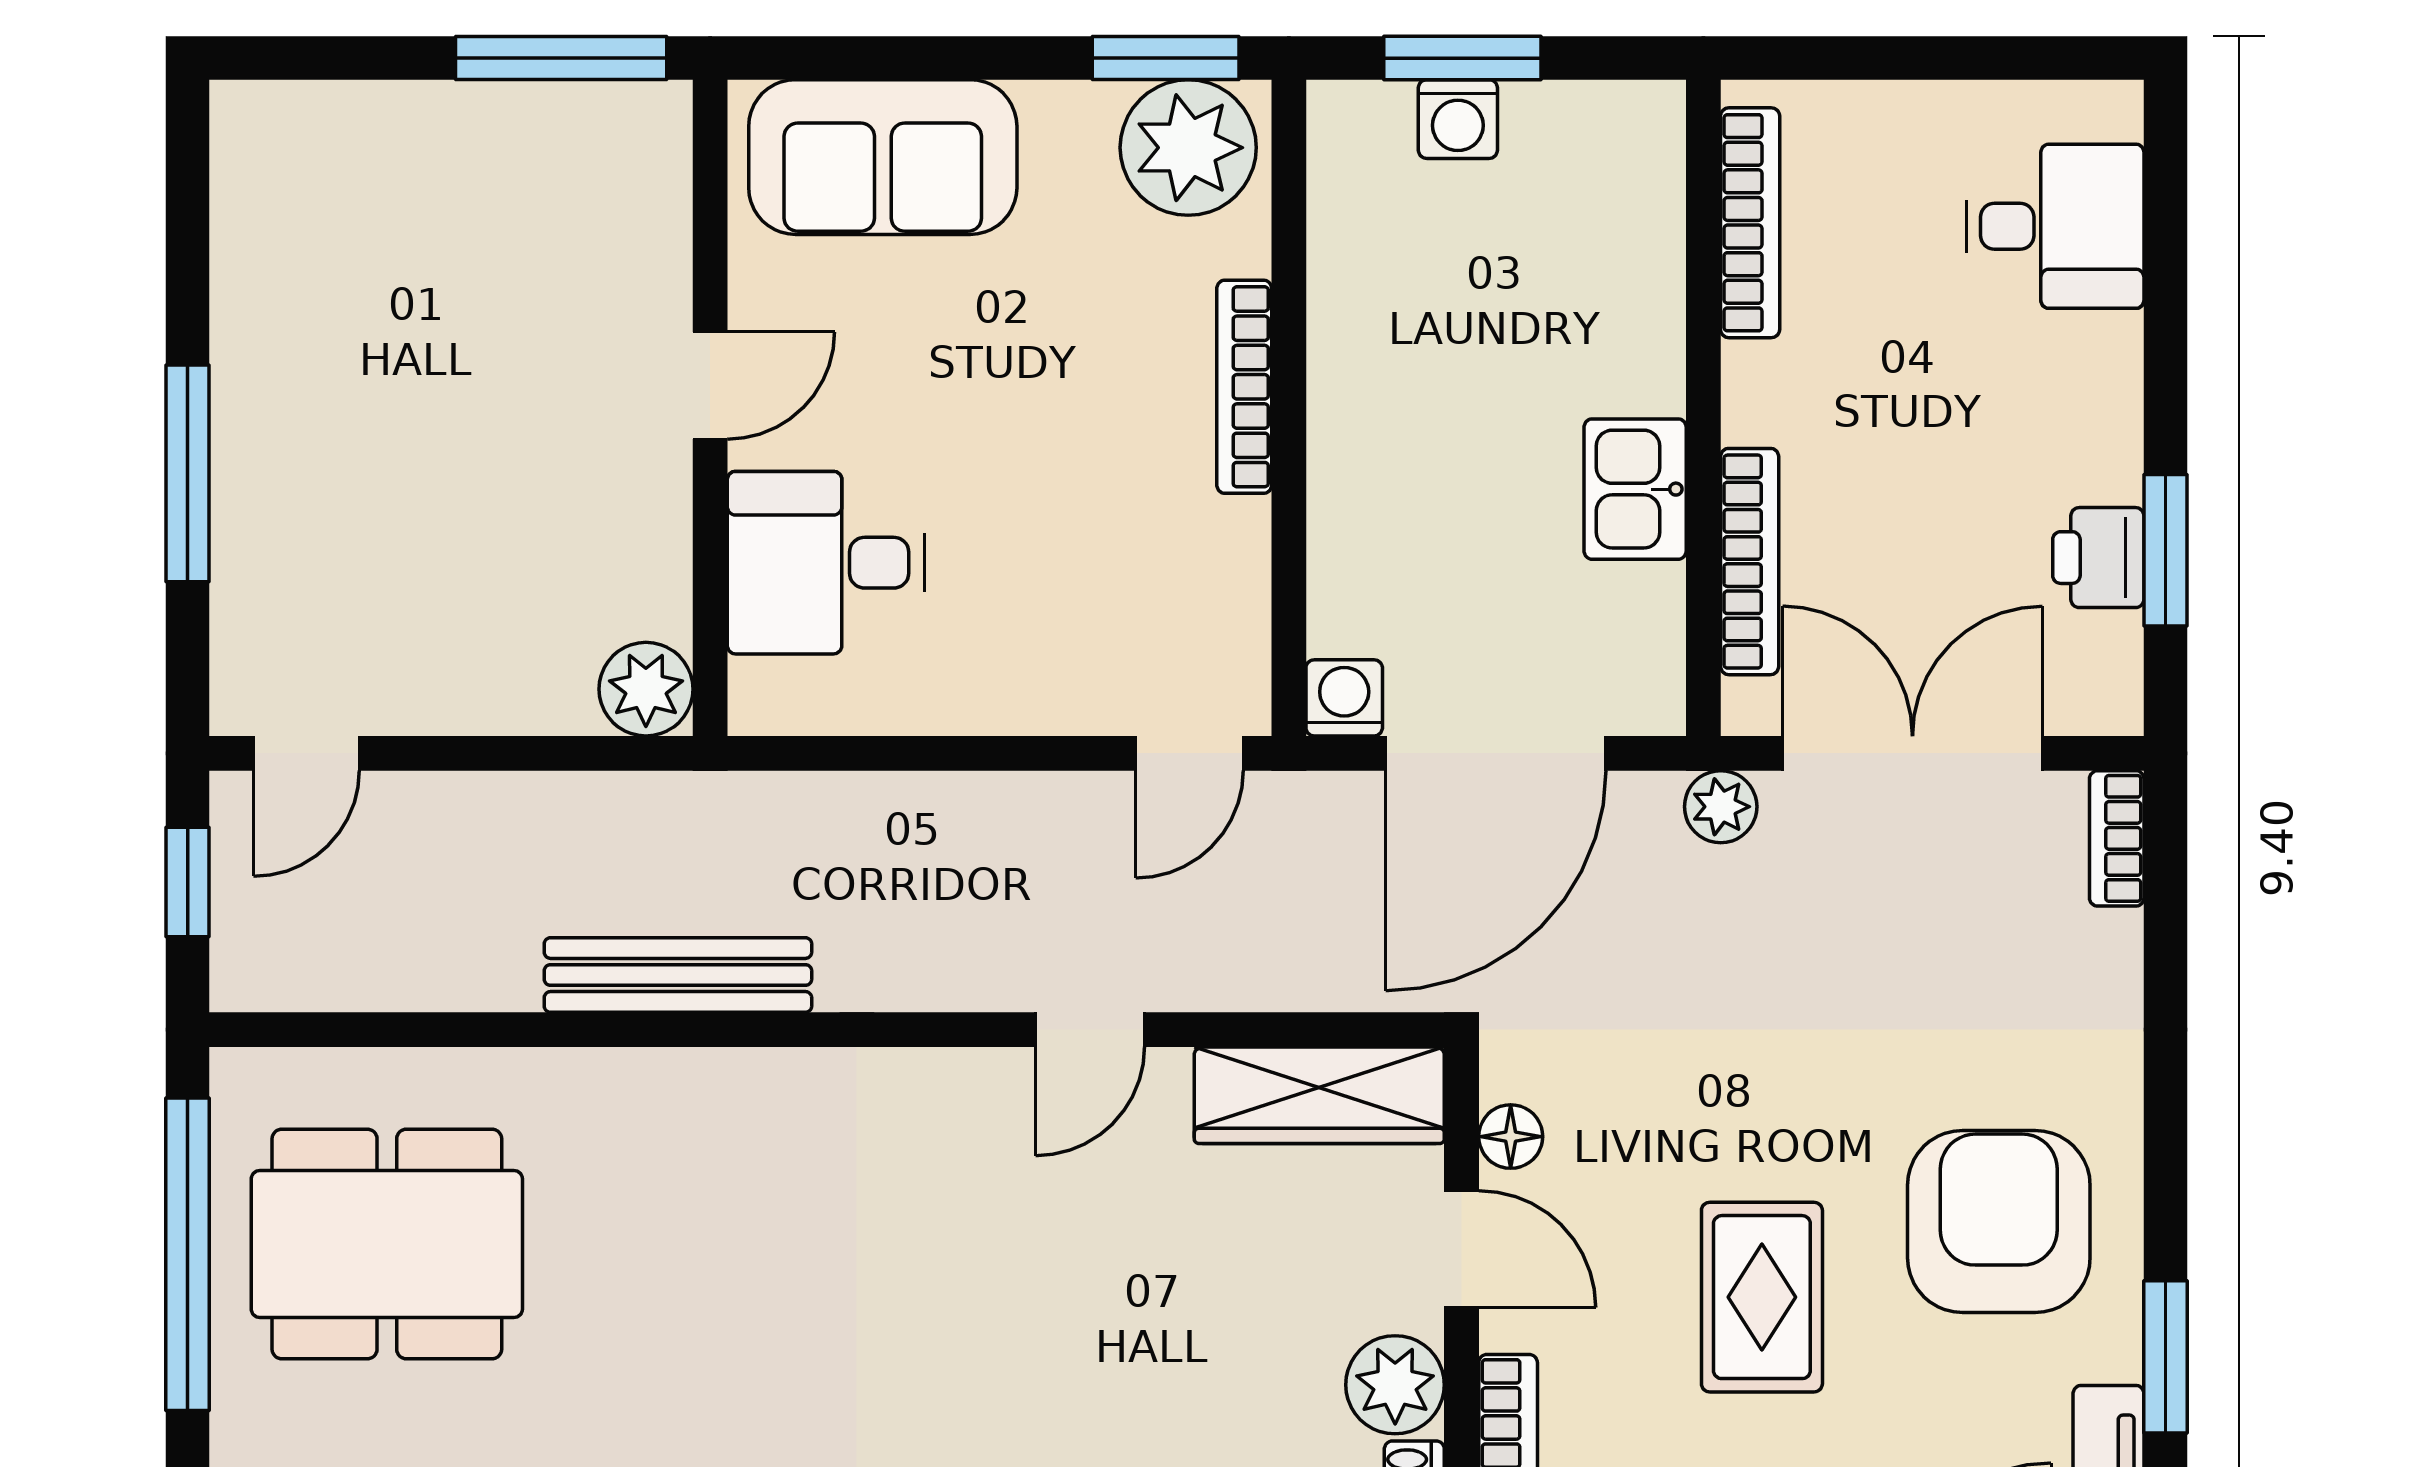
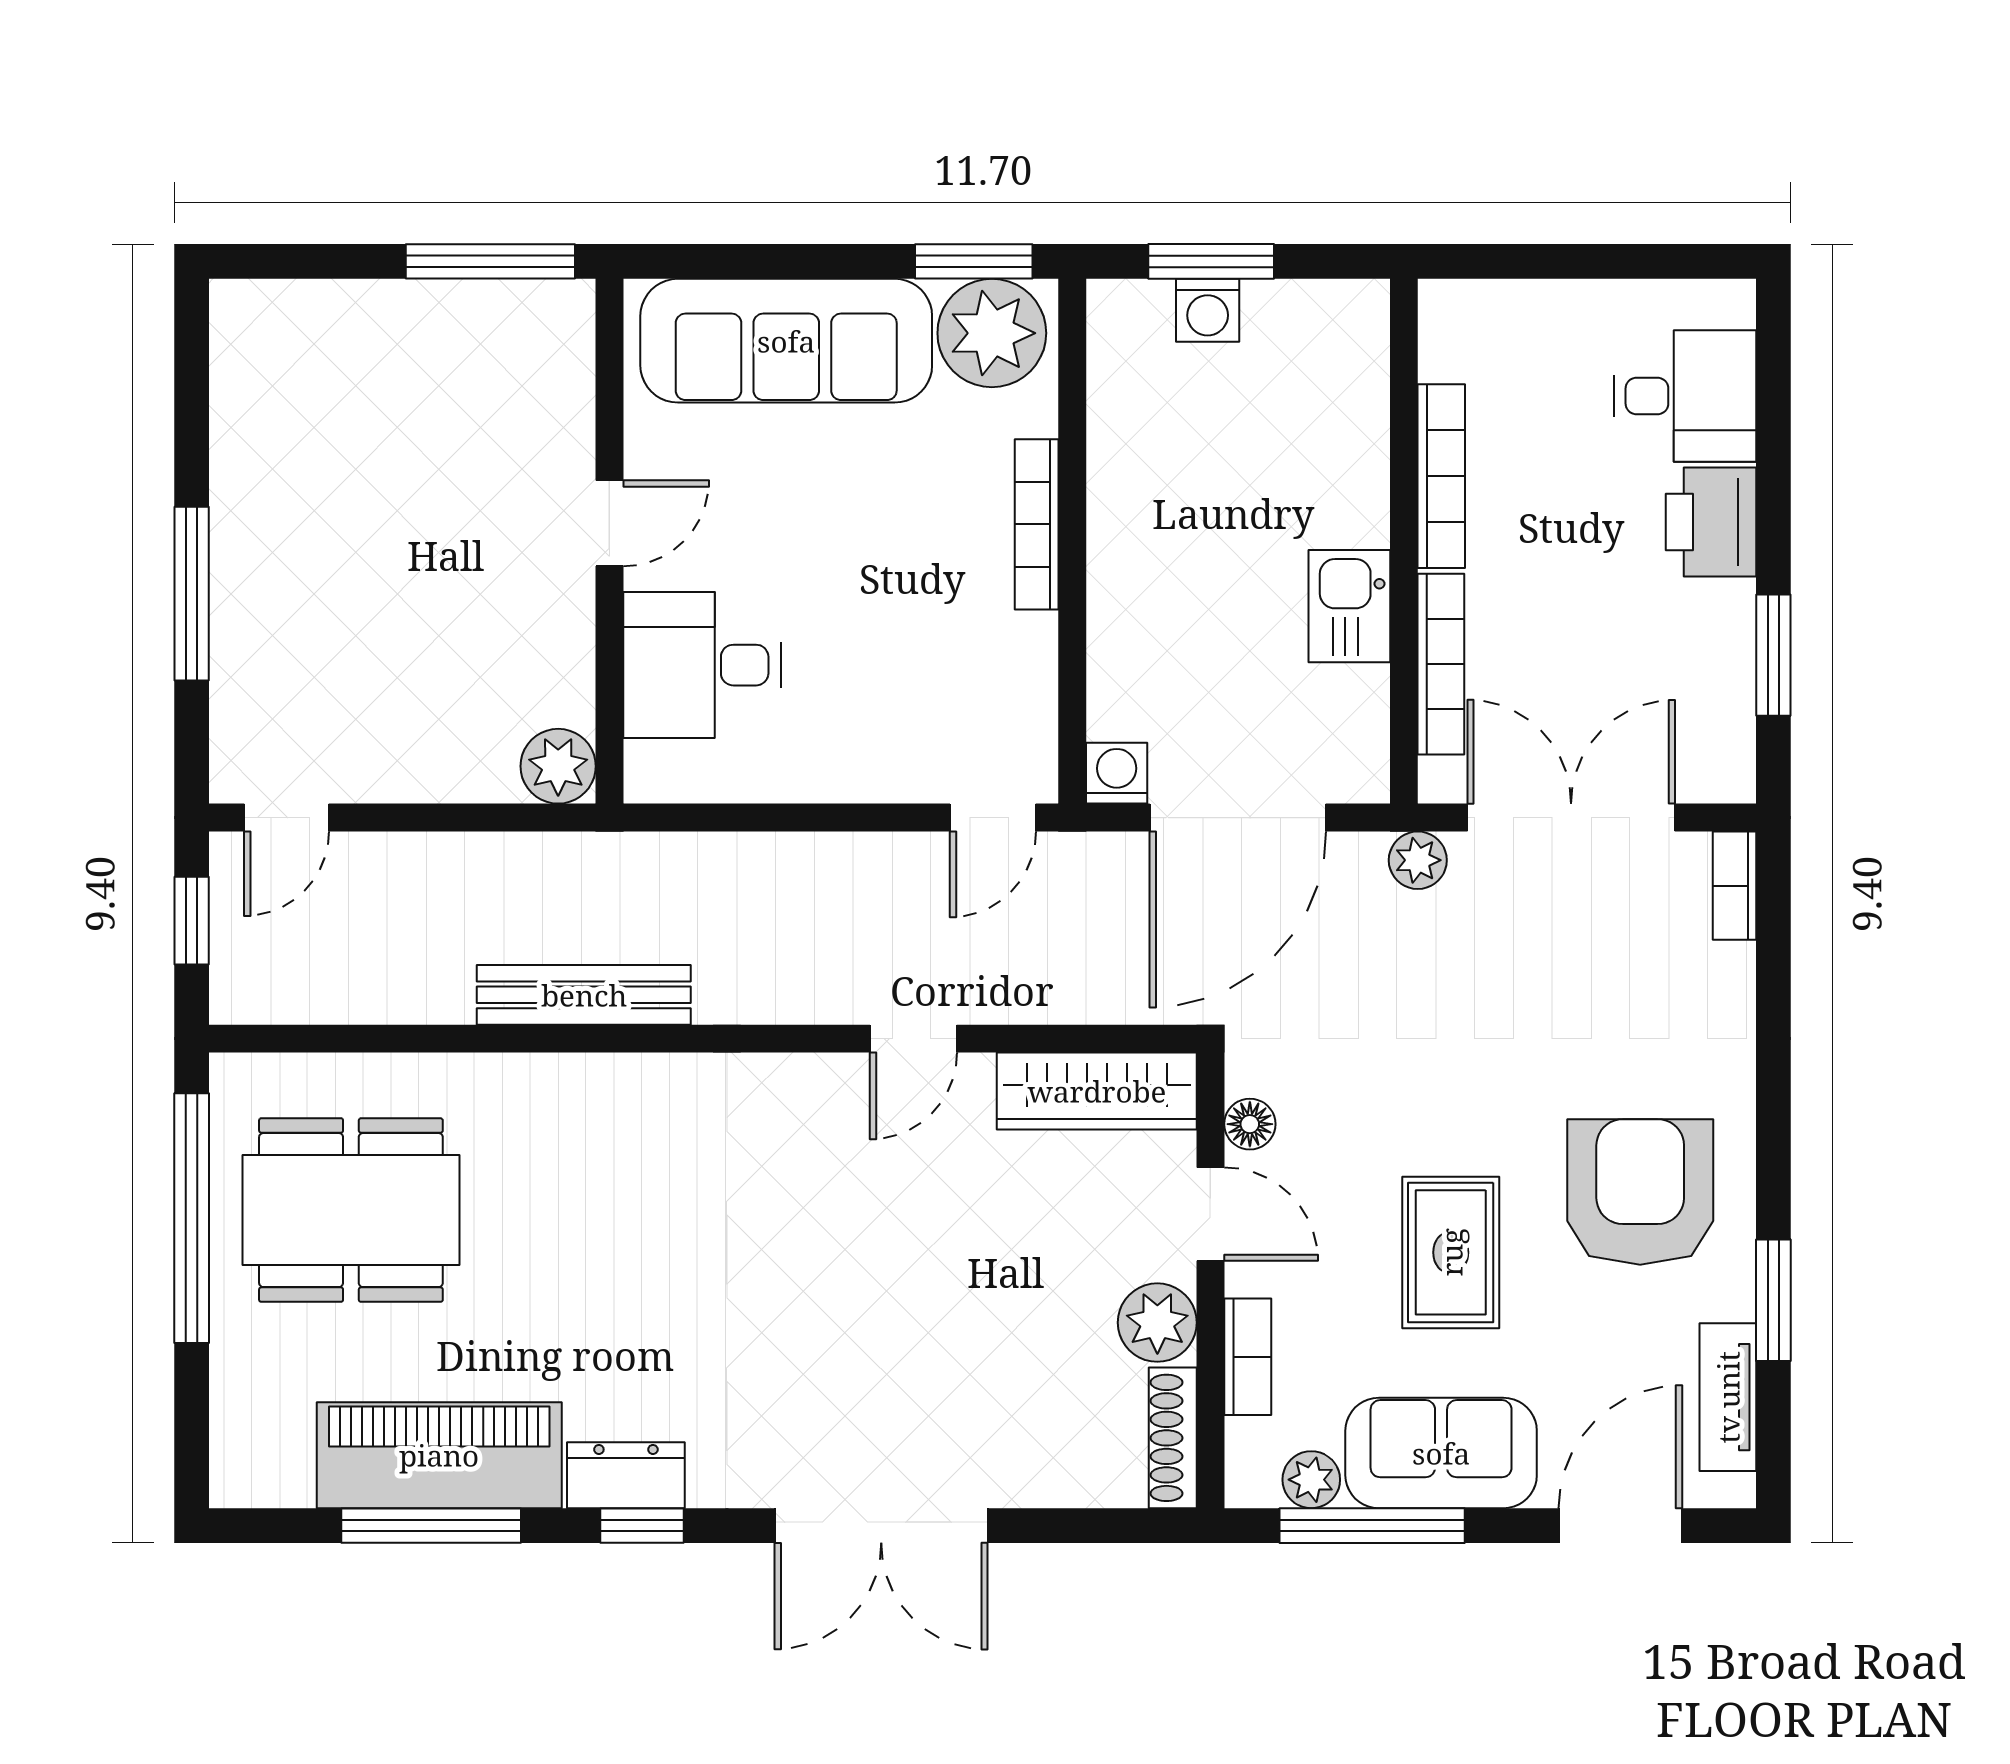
sofa: (883, 157) -> (786, 341), width x1.36
bookcase: (1750, 223) -> (1441, 476), moved
printer: (2098, 558) -> (1711, 522), moved, width x1.36, depth x1.24

